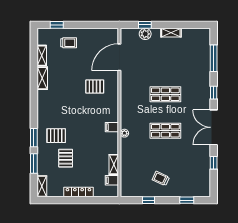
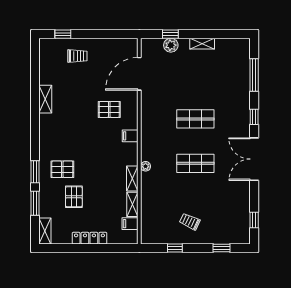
shelving: (42, 56) -> (132, 178), moved
filing cabinet: (112, 127) -> (130, 136), moved
window: (214, 163) -> (254, 220), moved

